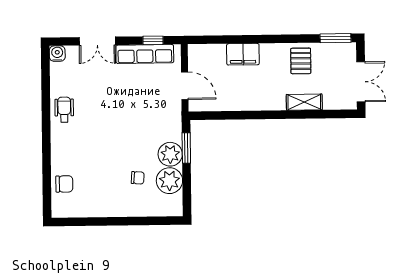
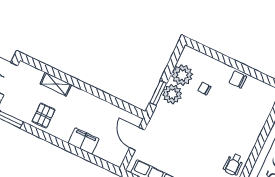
chair: (64, 184) -> (238, 79), moved

